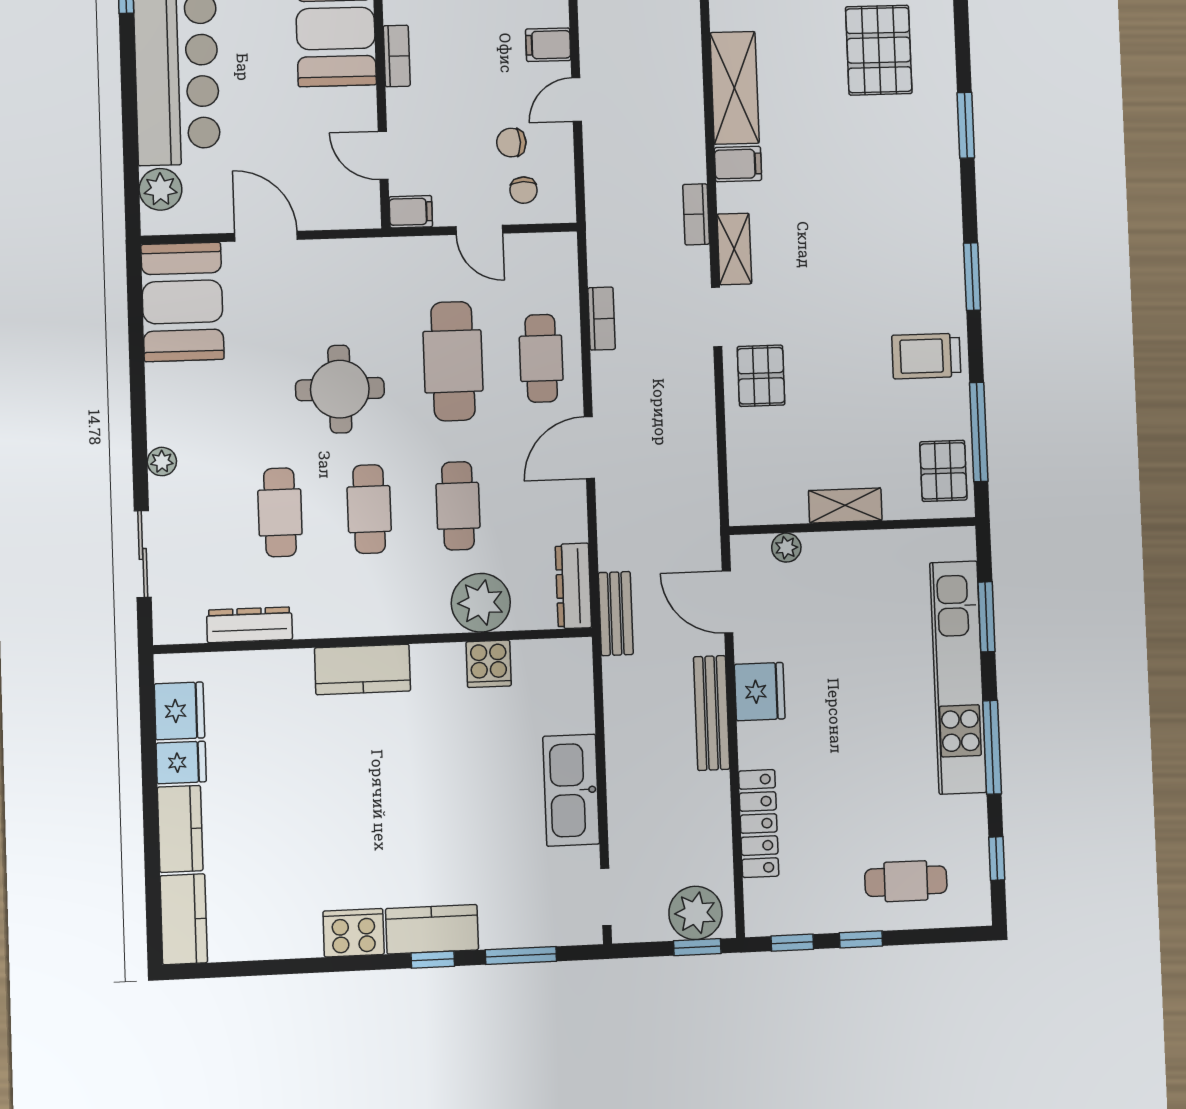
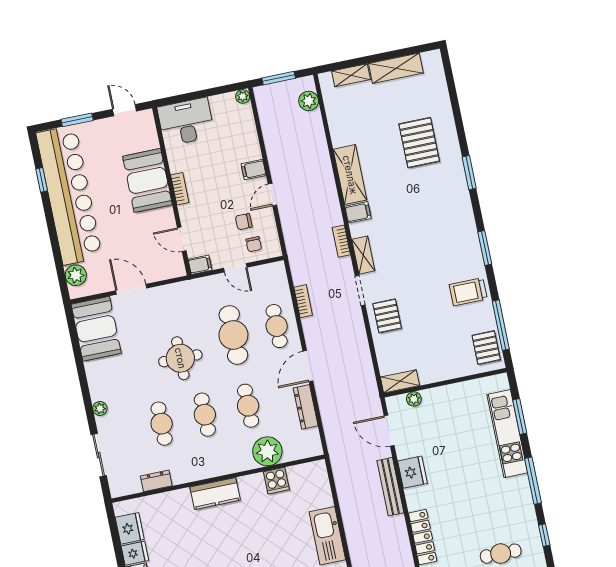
shelving: (845, 505) -> (400, 381), moved
dresser: (573, 586) -> (306, 407), moved
bench: (616, 614) -> (335, 446), removed
dresser: (249, 625) -> (156, 481), width x0.70
kitchen unit: (958, 677) -> (507, 434), width x0.73

